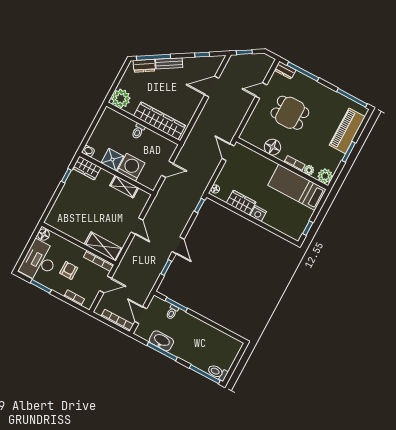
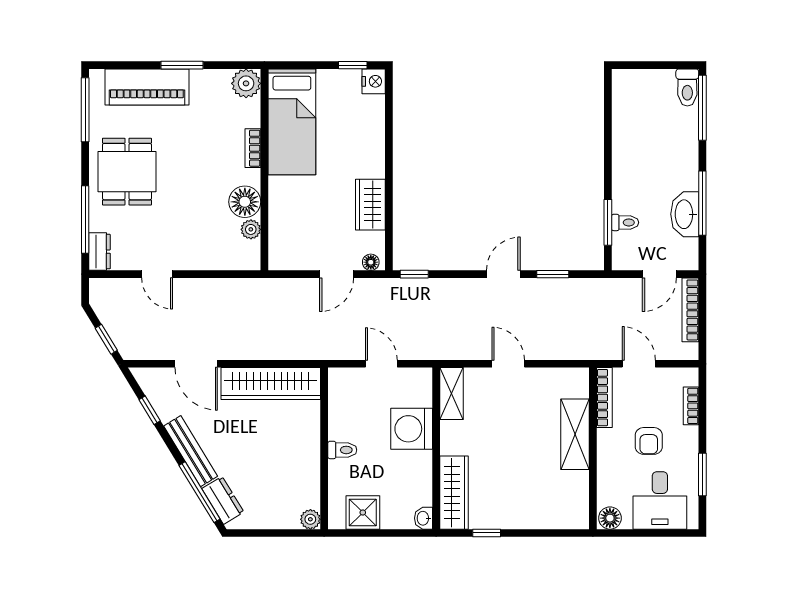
bench: (169, 63) -> (191, 451), width x1.36
plant: (121, 98) -> (310, 519), width x0.53, depth x0.53
dining table: (290, 113) -> (127, 172), moved
wardrobe: (160, 121) -> (271, 384), moved, turned -90
door: (228, 152) -> (337, 274), moved
shower: (112, 160) -> (363, 512), moved
wardrobe: (87, 168) -> (454, 493), width x1.50
plant: (309, 170) -> (251, 229), moved
shelving: (124, 187) -> (452, 394), moved
nightstand: (258, 214) -> (374, 81), moved
door: (137, 226) -> (508, 364), hinge flipped
shelving: (103, 247) -> (575, 434), moved
desk: (39, 261) -> (660, 500), width x0.73
armchair: (69, 270) -> (649, 441), turned -90

